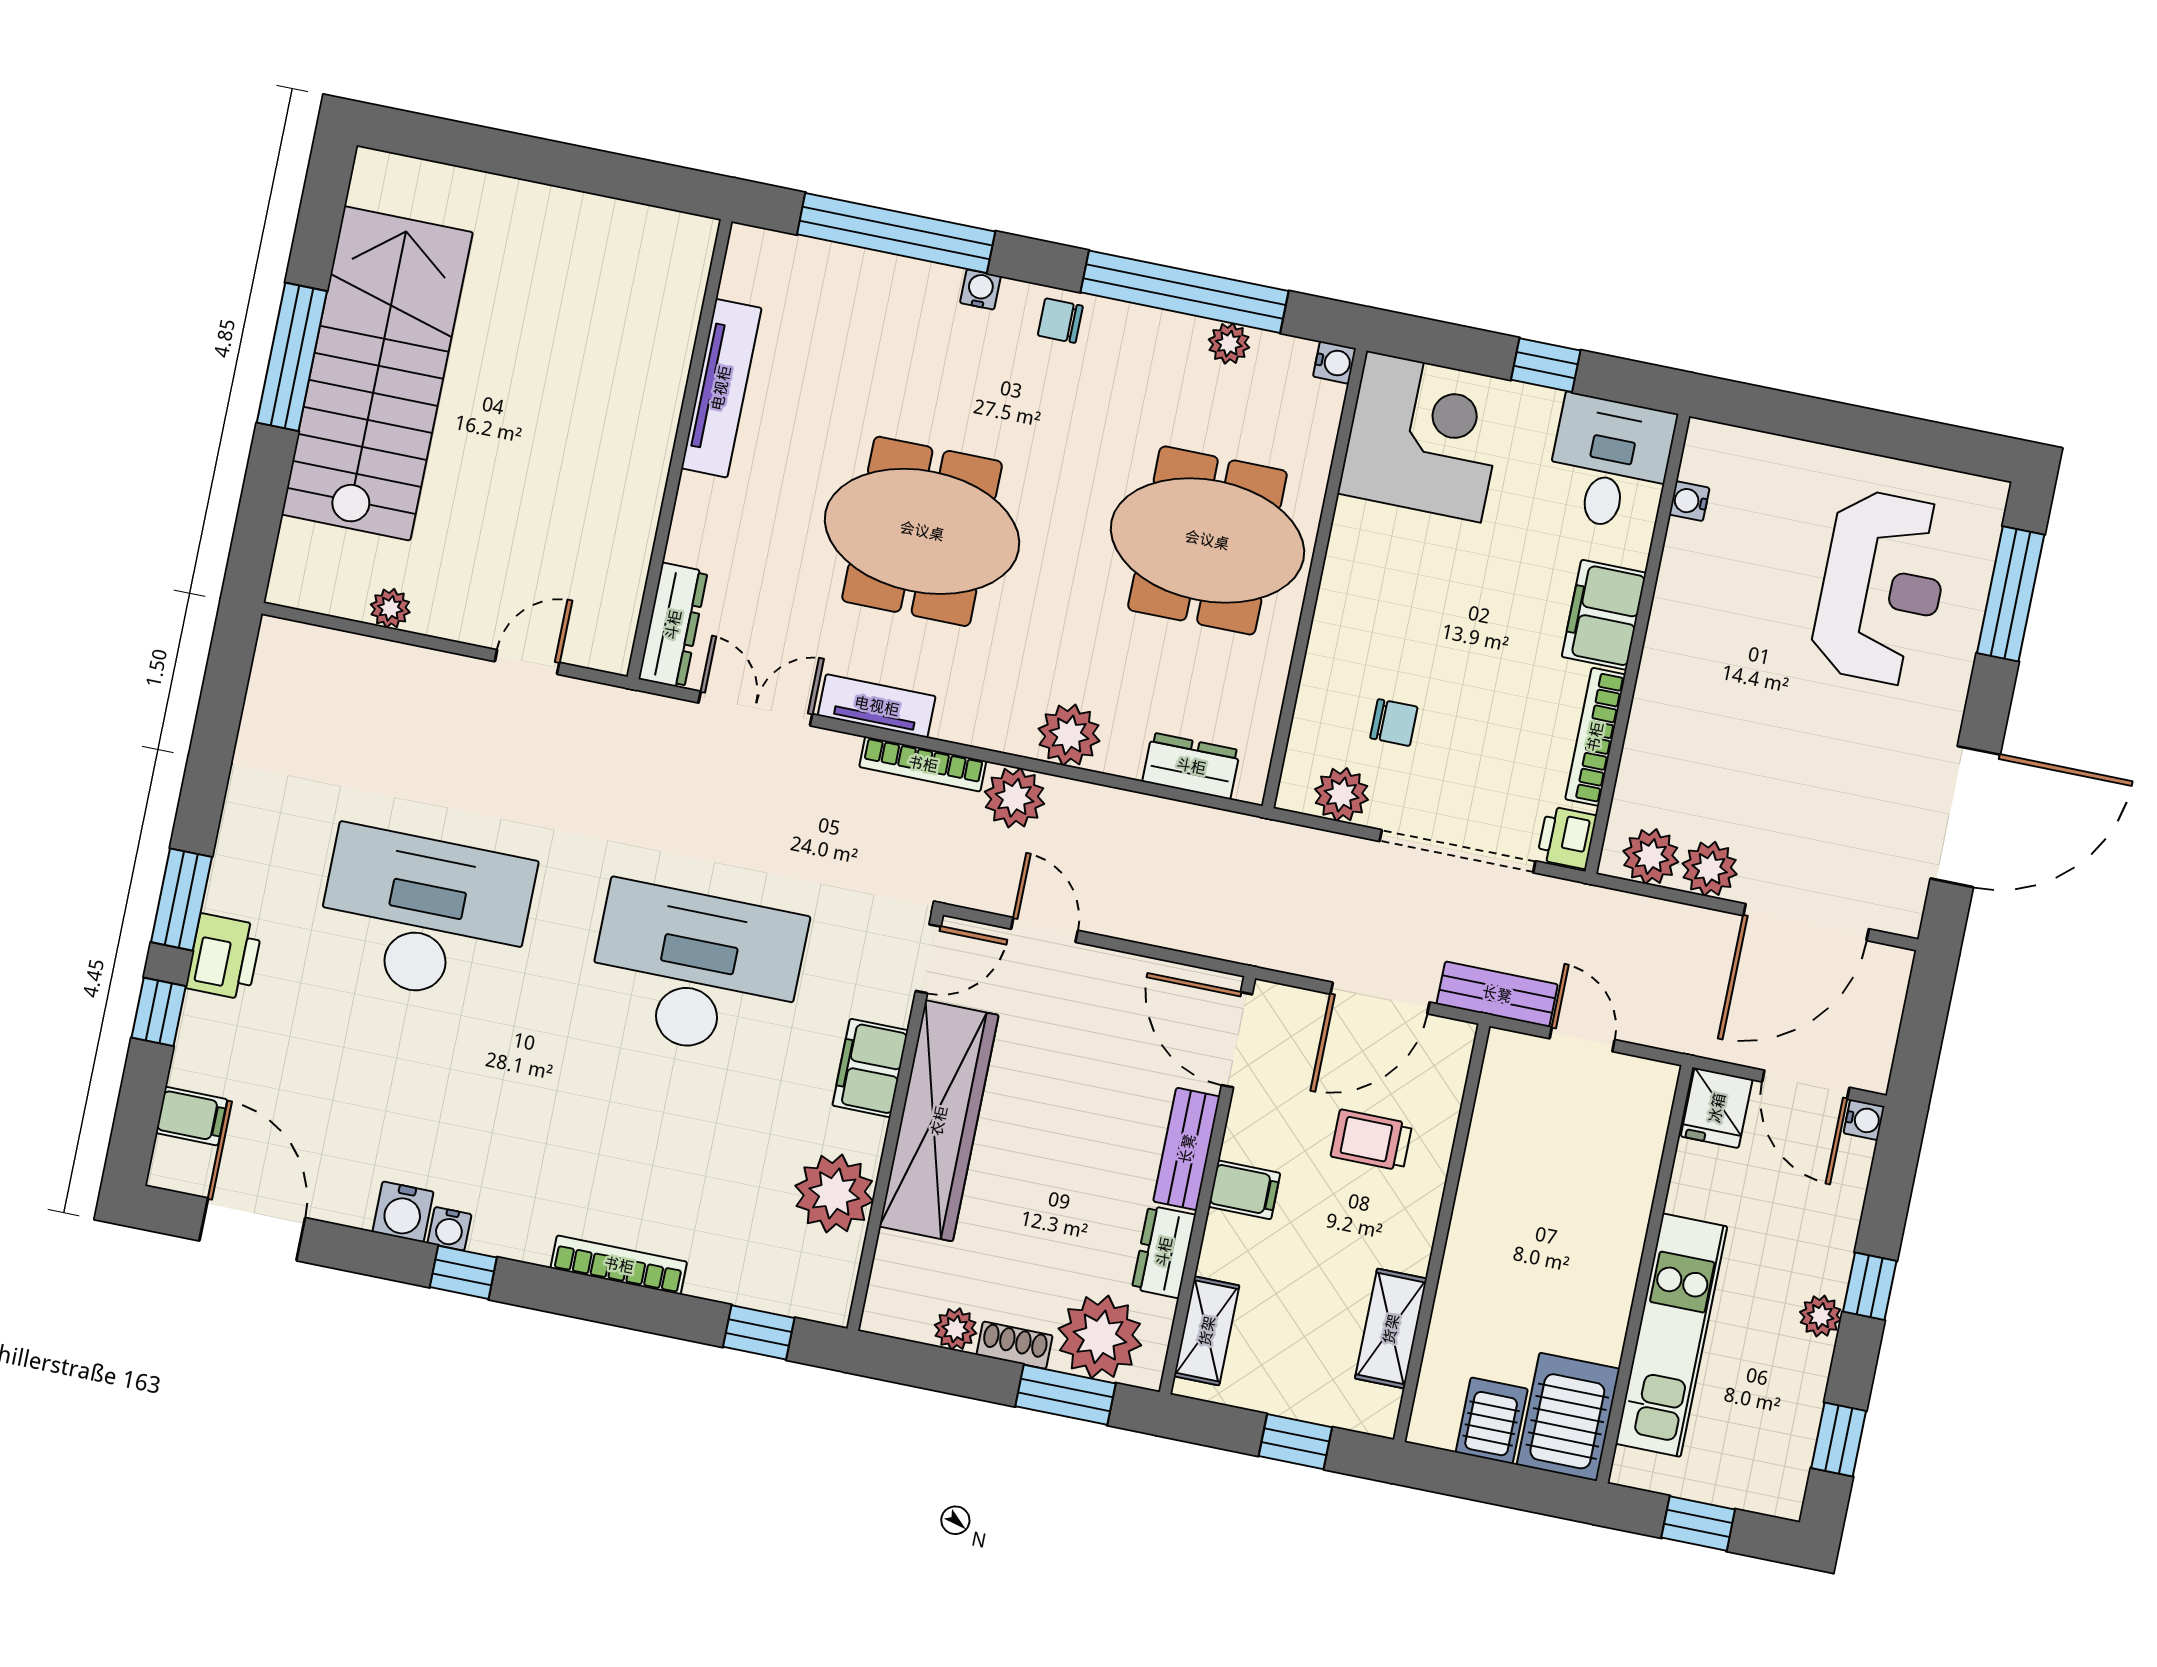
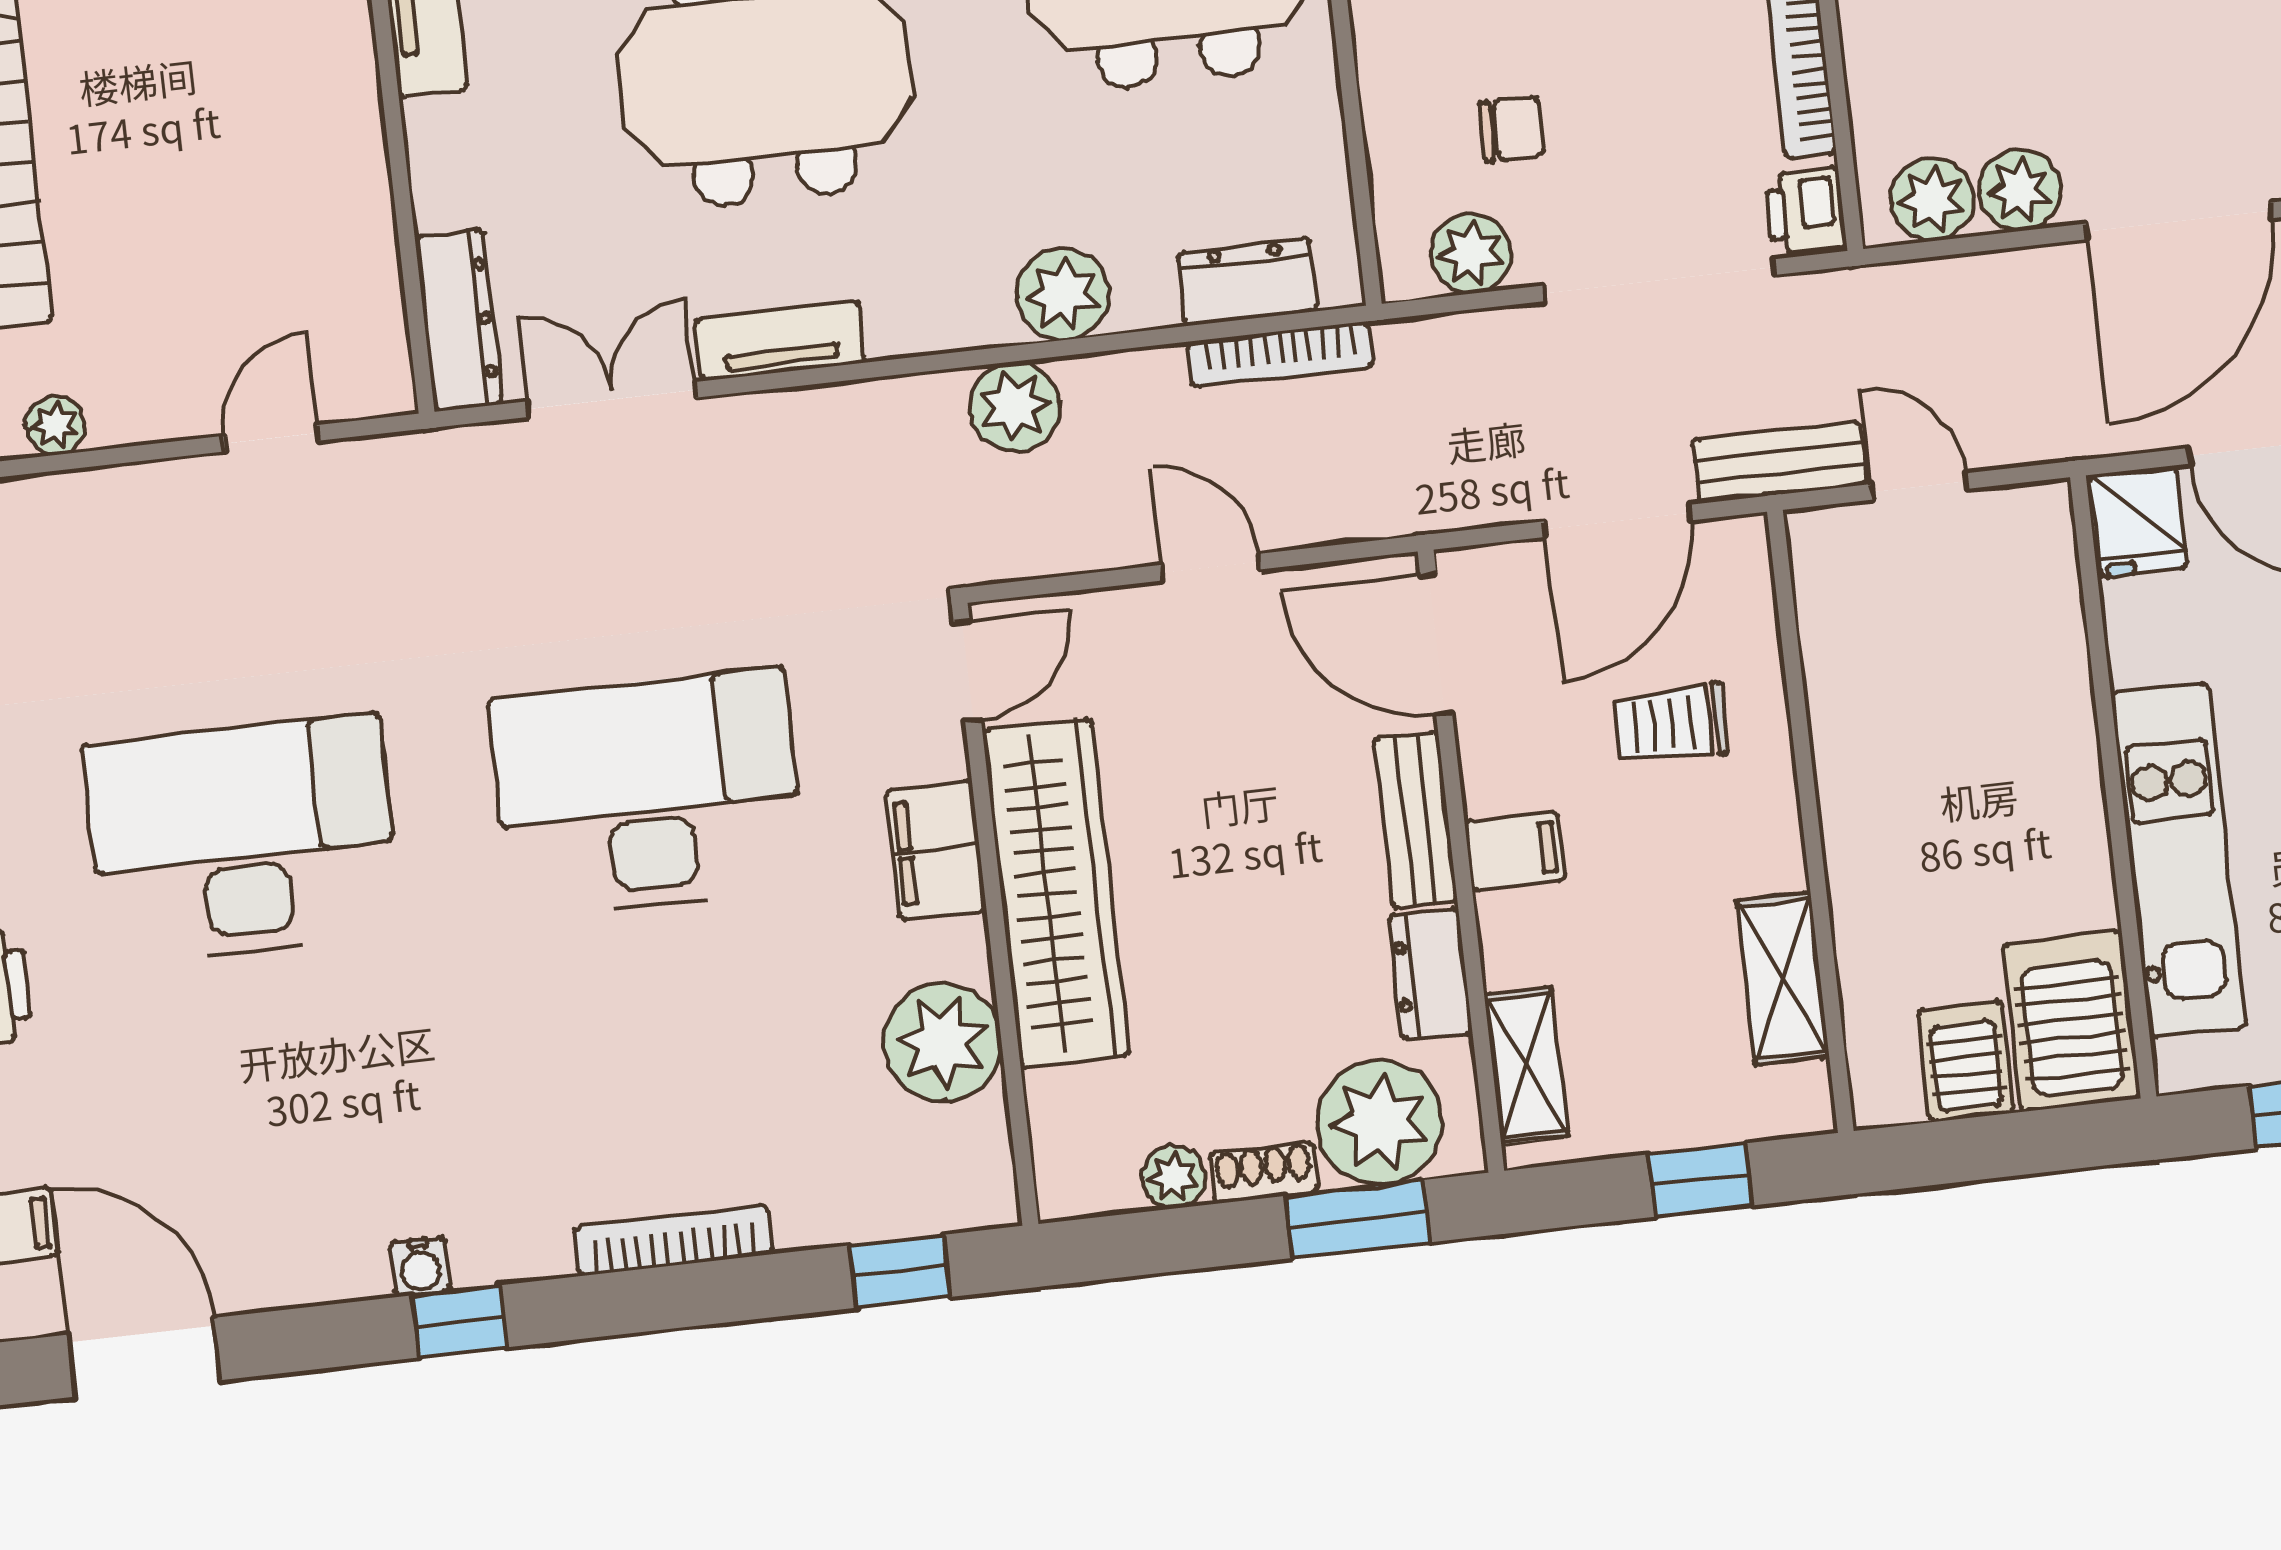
bookcase: (923, 764) -> (1281, 355), moved
door: (1044, 930) -> (1211, 567), moved
water cooler: (403, 1212) -> (347, 1264), removed

